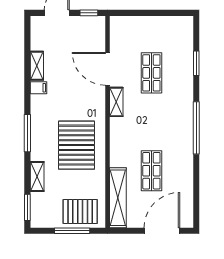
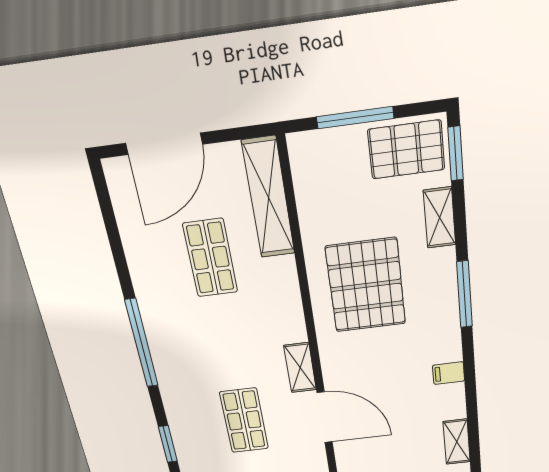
shelving: (37, 66) -> (457, 442), moved
pallet: (80, 211) -> (406, 150), moved

